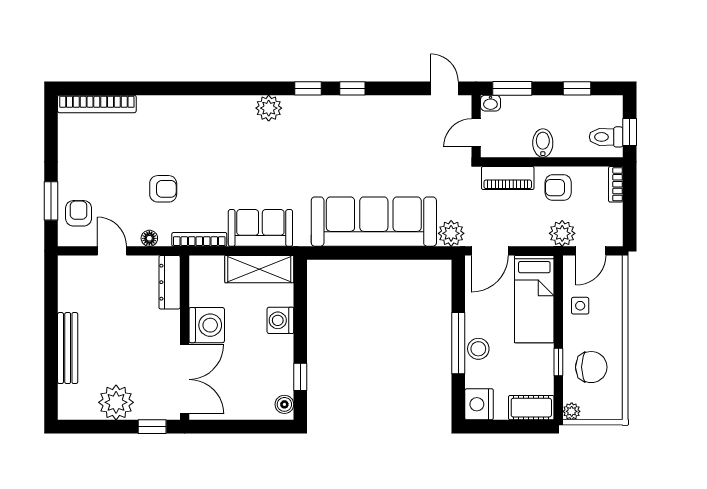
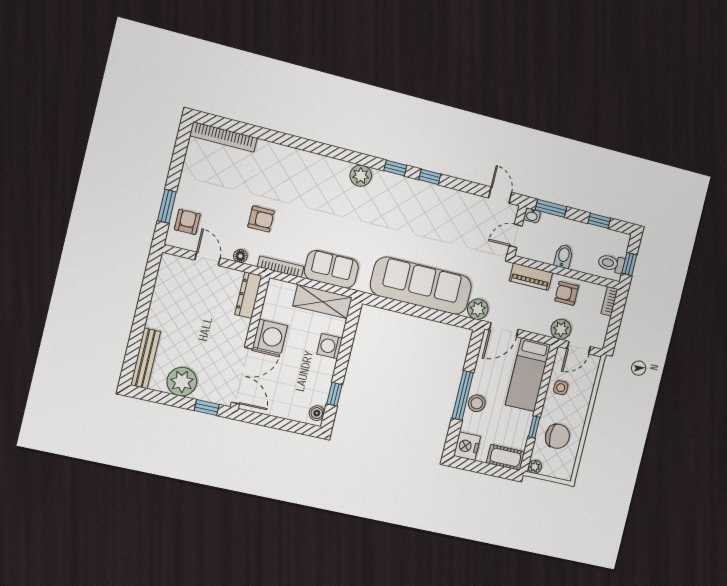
bench: (68, 348) -> (145, 358), moved

